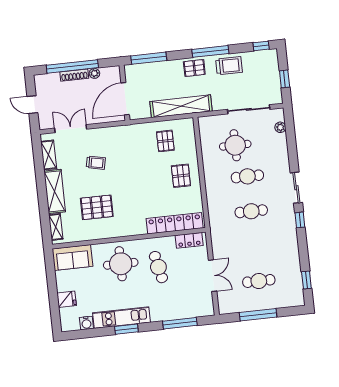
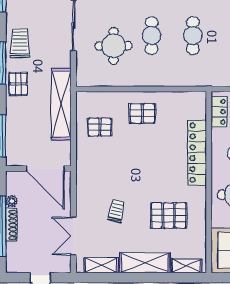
pallet: (97, 207) -> (169, 216), turned 90
locker: (175, 223) -> (197, 153), moved

